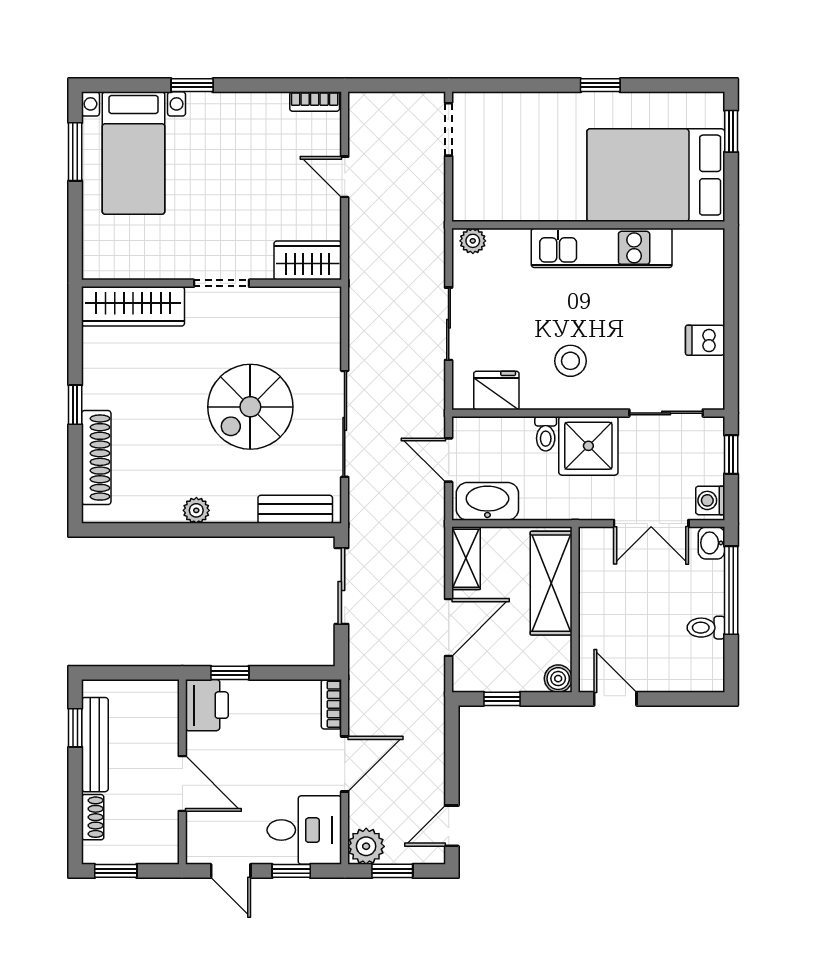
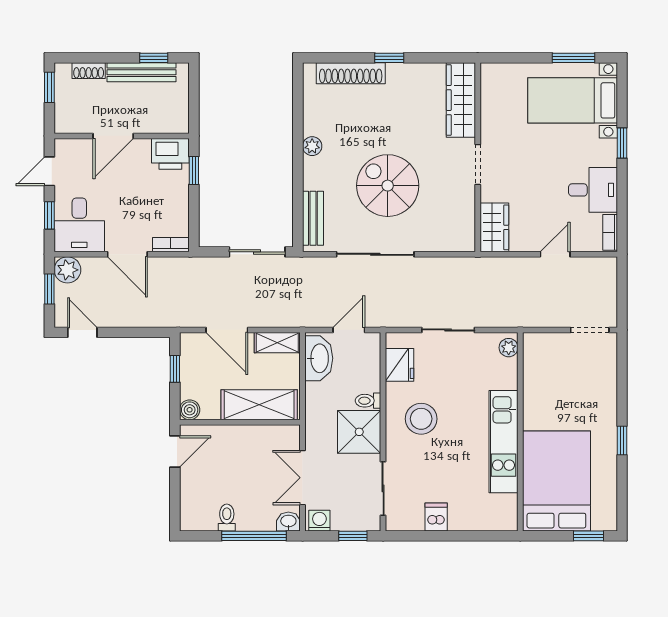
desk: (256, 125) -> (593, 190), added
stool: (570, 361) -> (421, 419), width x1.38, depth x1.38

